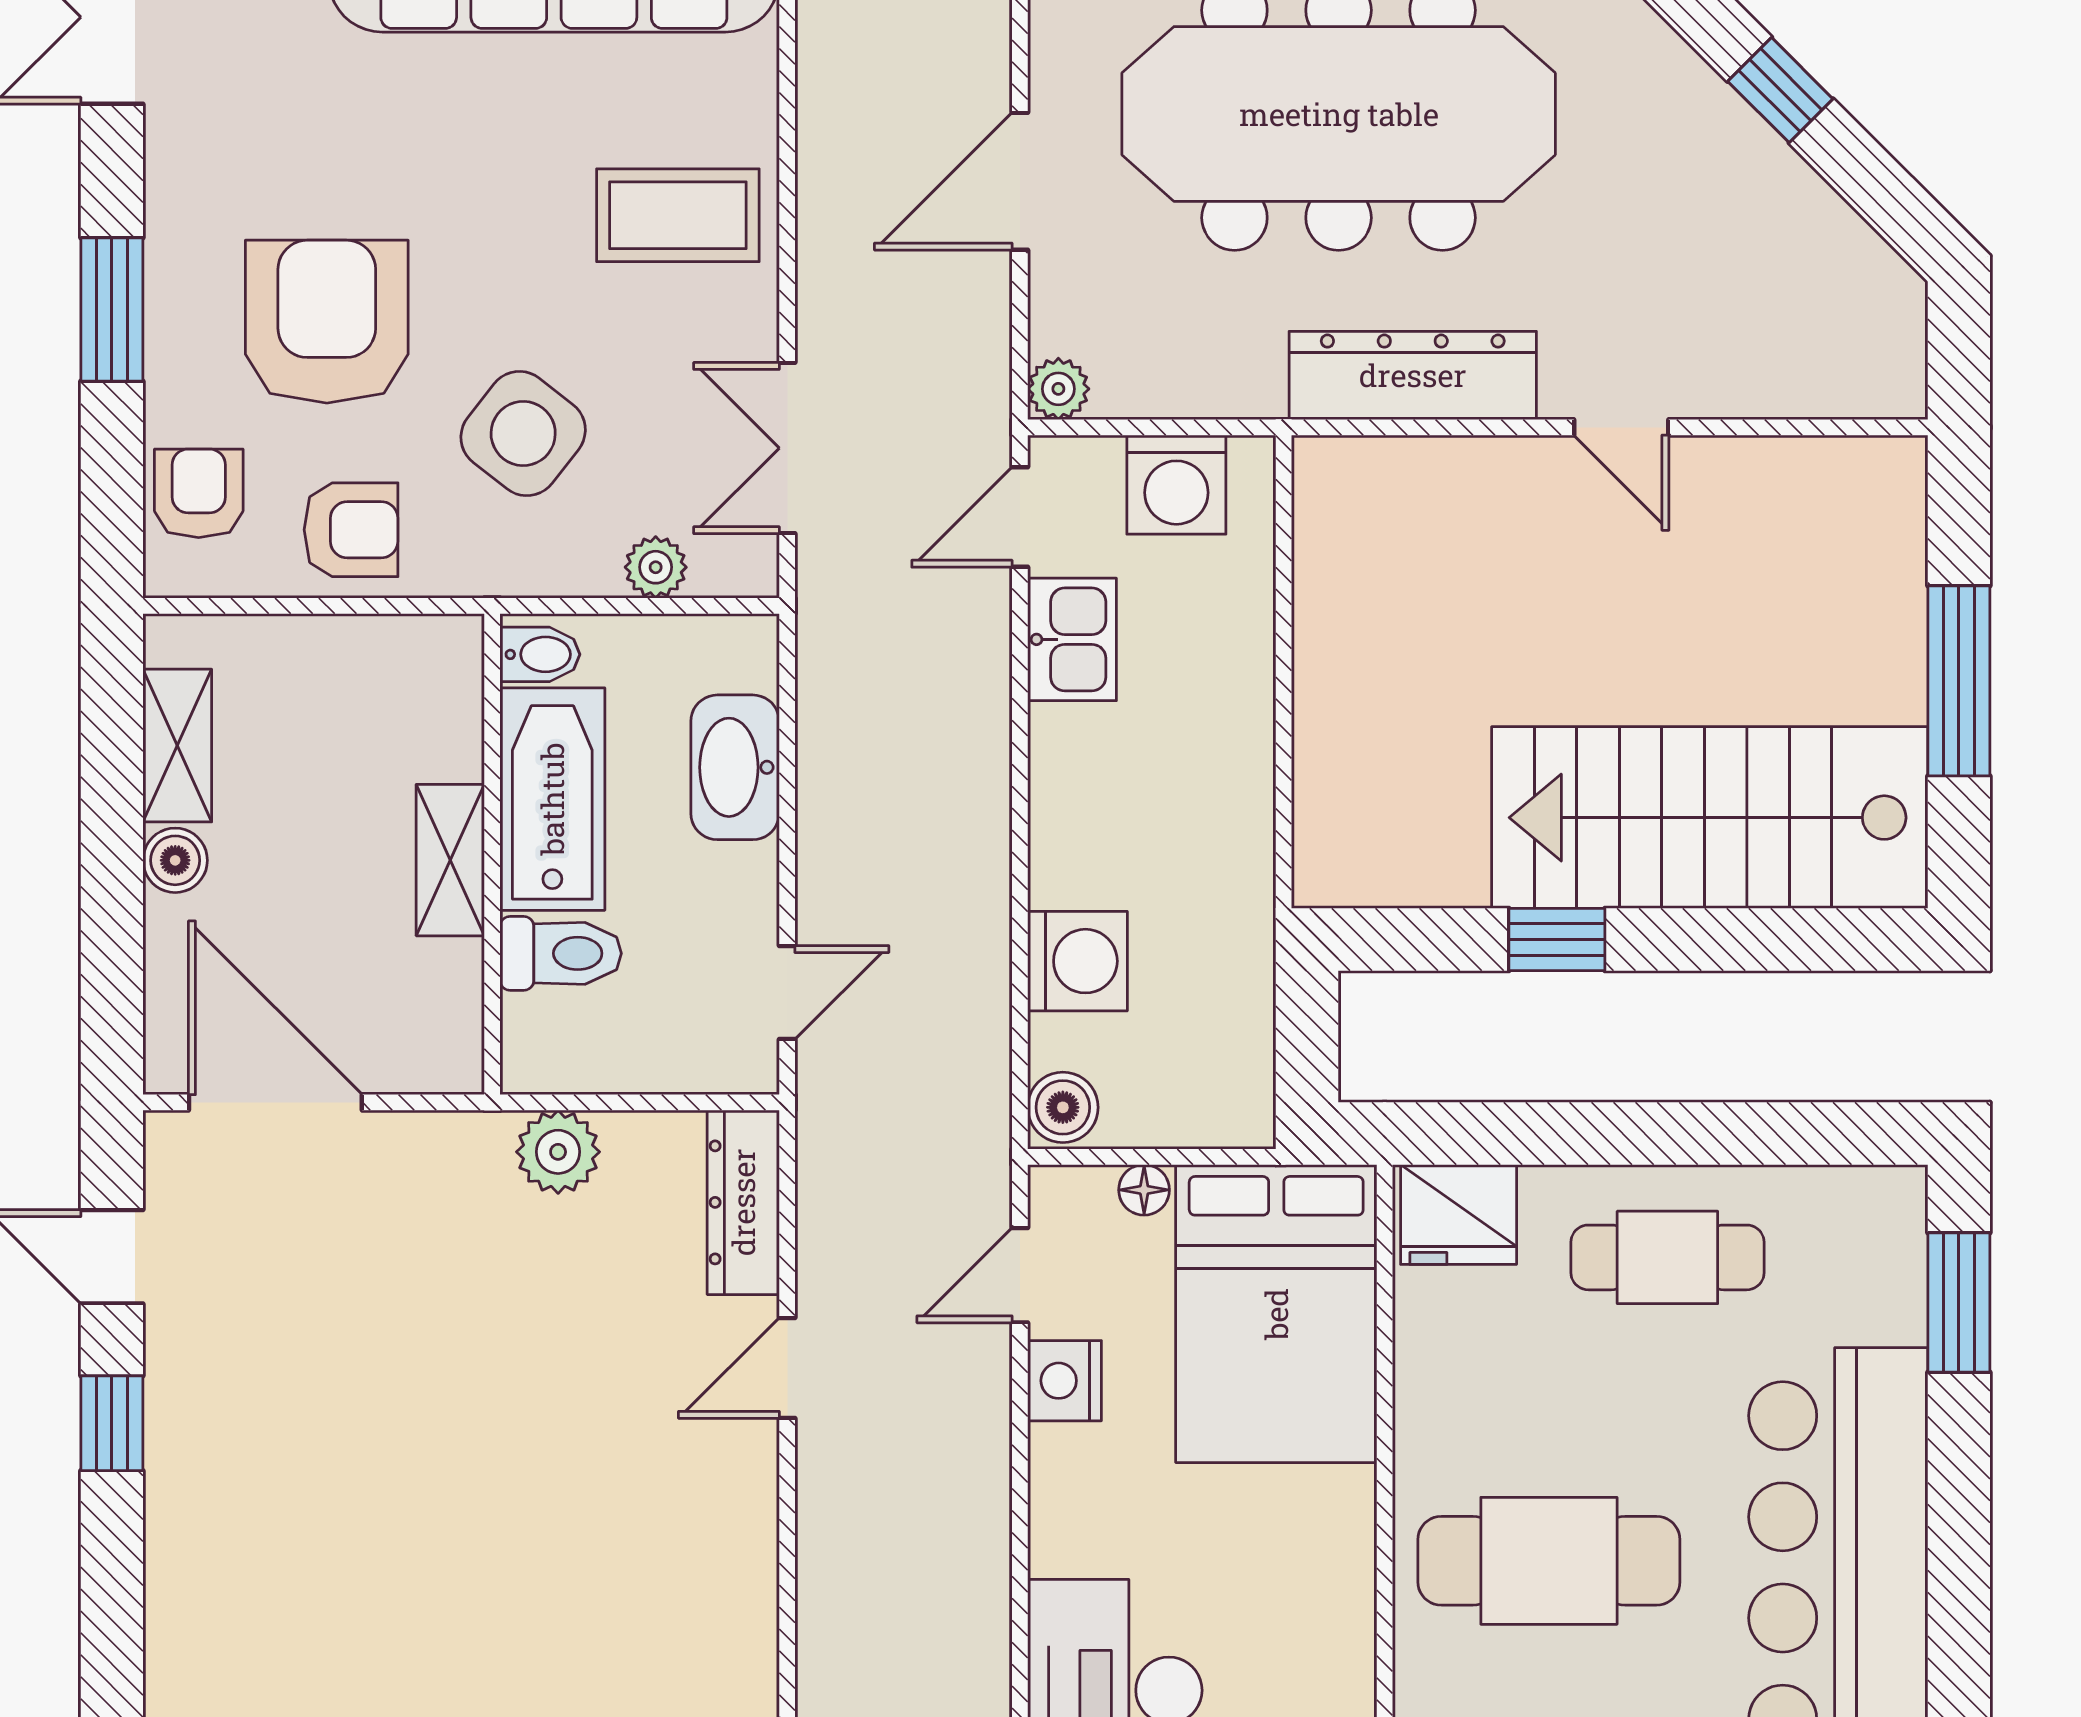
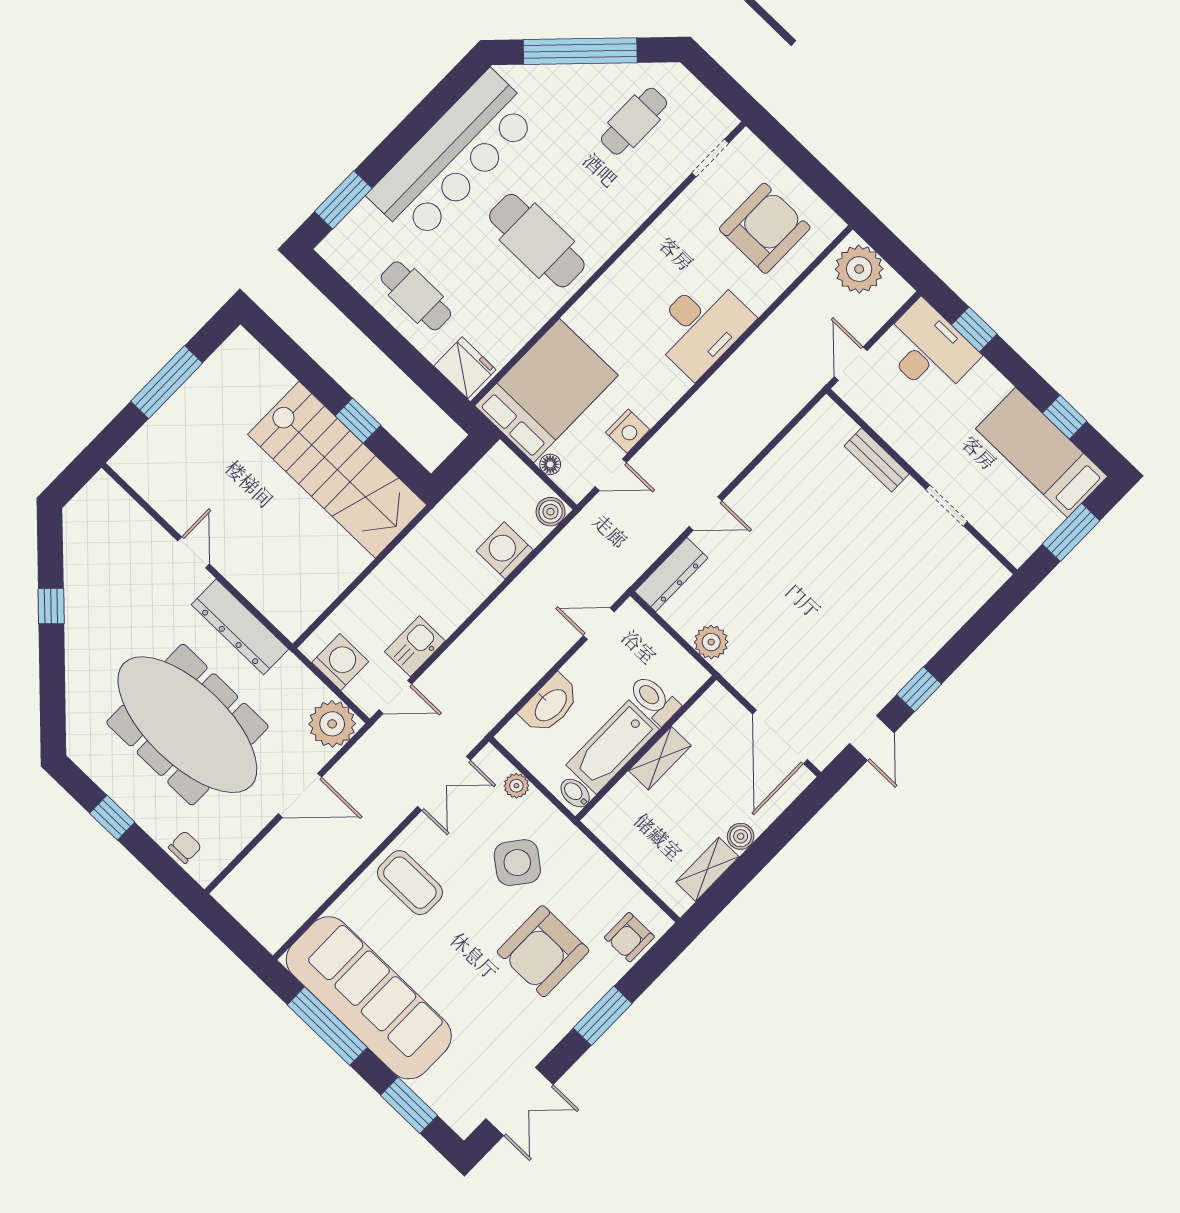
plant: (1058, 389) -> (332, 724), width x1.88, depth x1.88
armchair: (351, 530) -> (595, 883), removed
stairs: (1710, 818) -> (337, 470), moved

